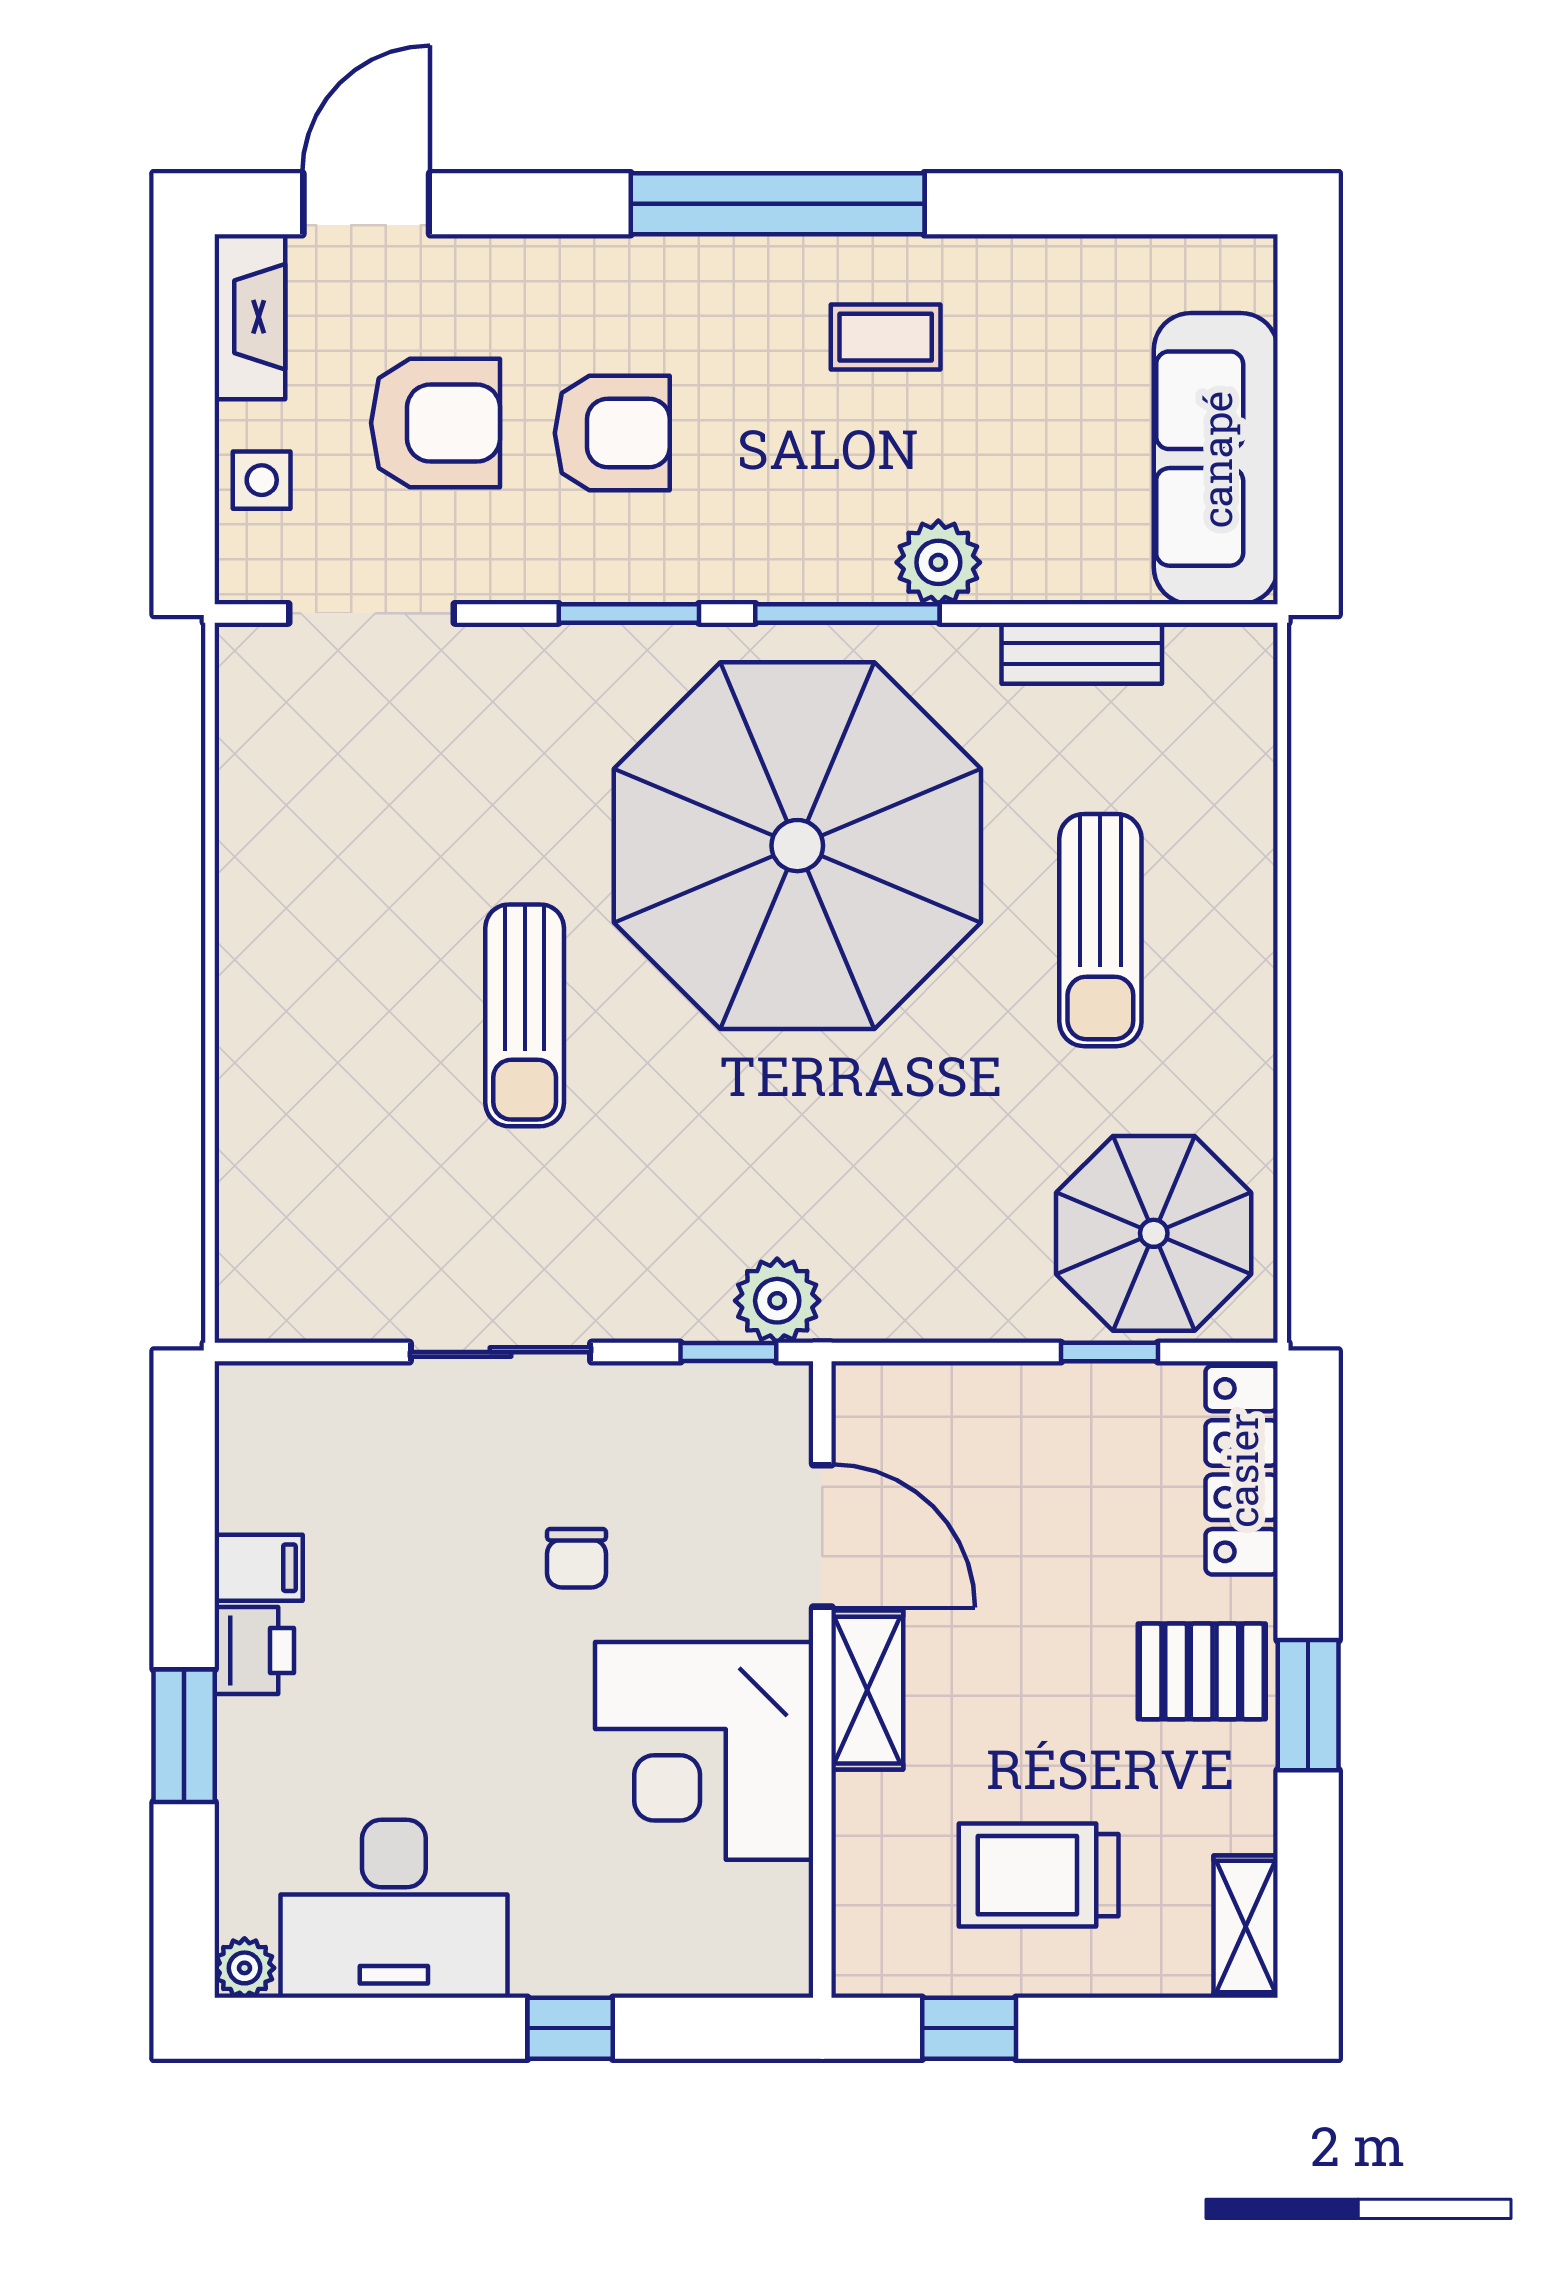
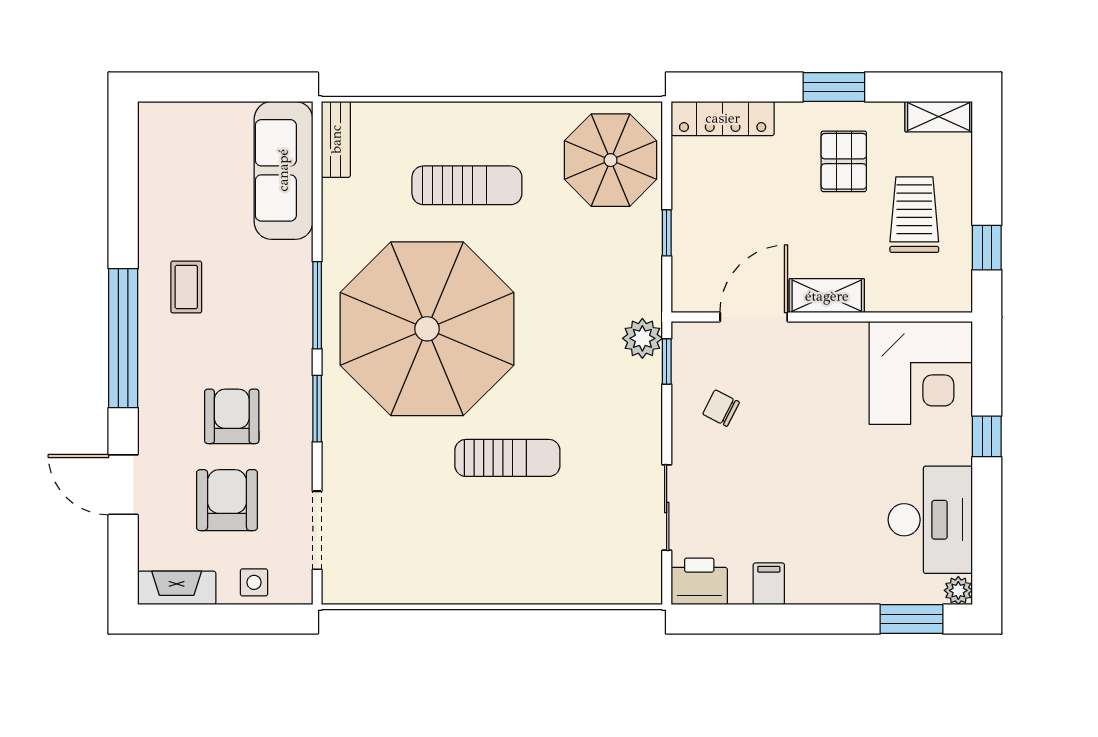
door: (366, 204) -> (123, 485), moved
sofa: (1216, 459) -> (283, 170), moved, turned 90
plant: (938, 562) -> (293, 262), removed
bench: (1082, 653) -> (336, 139), moved
sliding door: (501, 1352) -> (667, 508), moved
window: (1110, 1352) -> (667, 233), moved
chair: (576, 1558) -> (721, 408), moved, turned -153
printer: (254, 1650) -> (699, 581), moved, width x1.36, depth x1.24
pallet: (1202, 1671) -> (844, 161), moved
window: (184, 1736) -> (911, 619), moved
corner desk: (704, 1751) -> (921, 373), moved
trolley: (1039, 1875) -> (914, 215), turned 180

